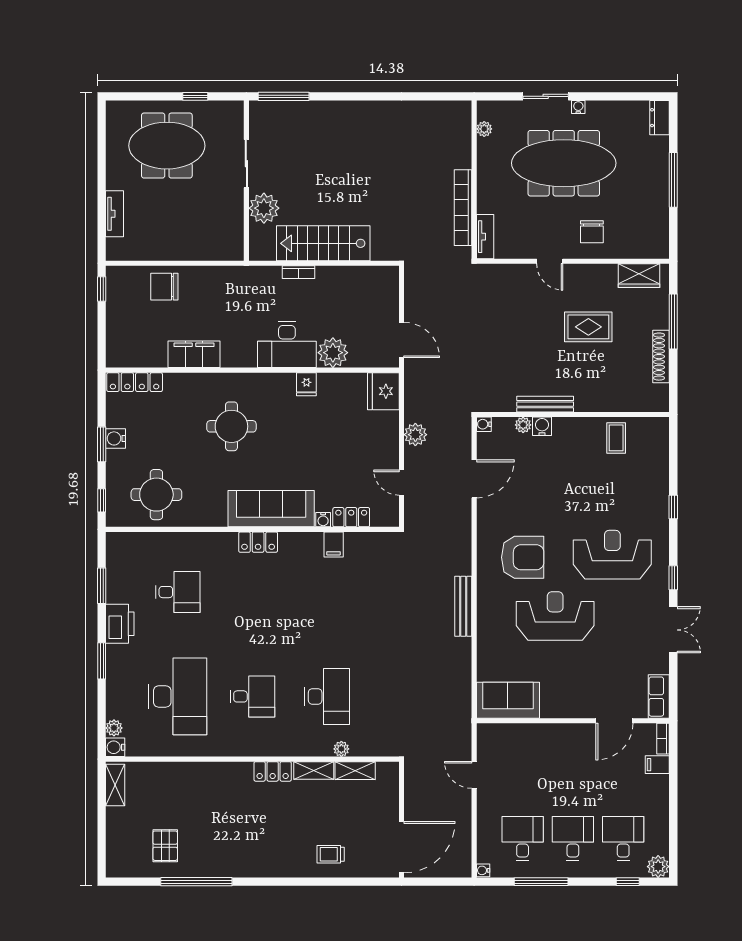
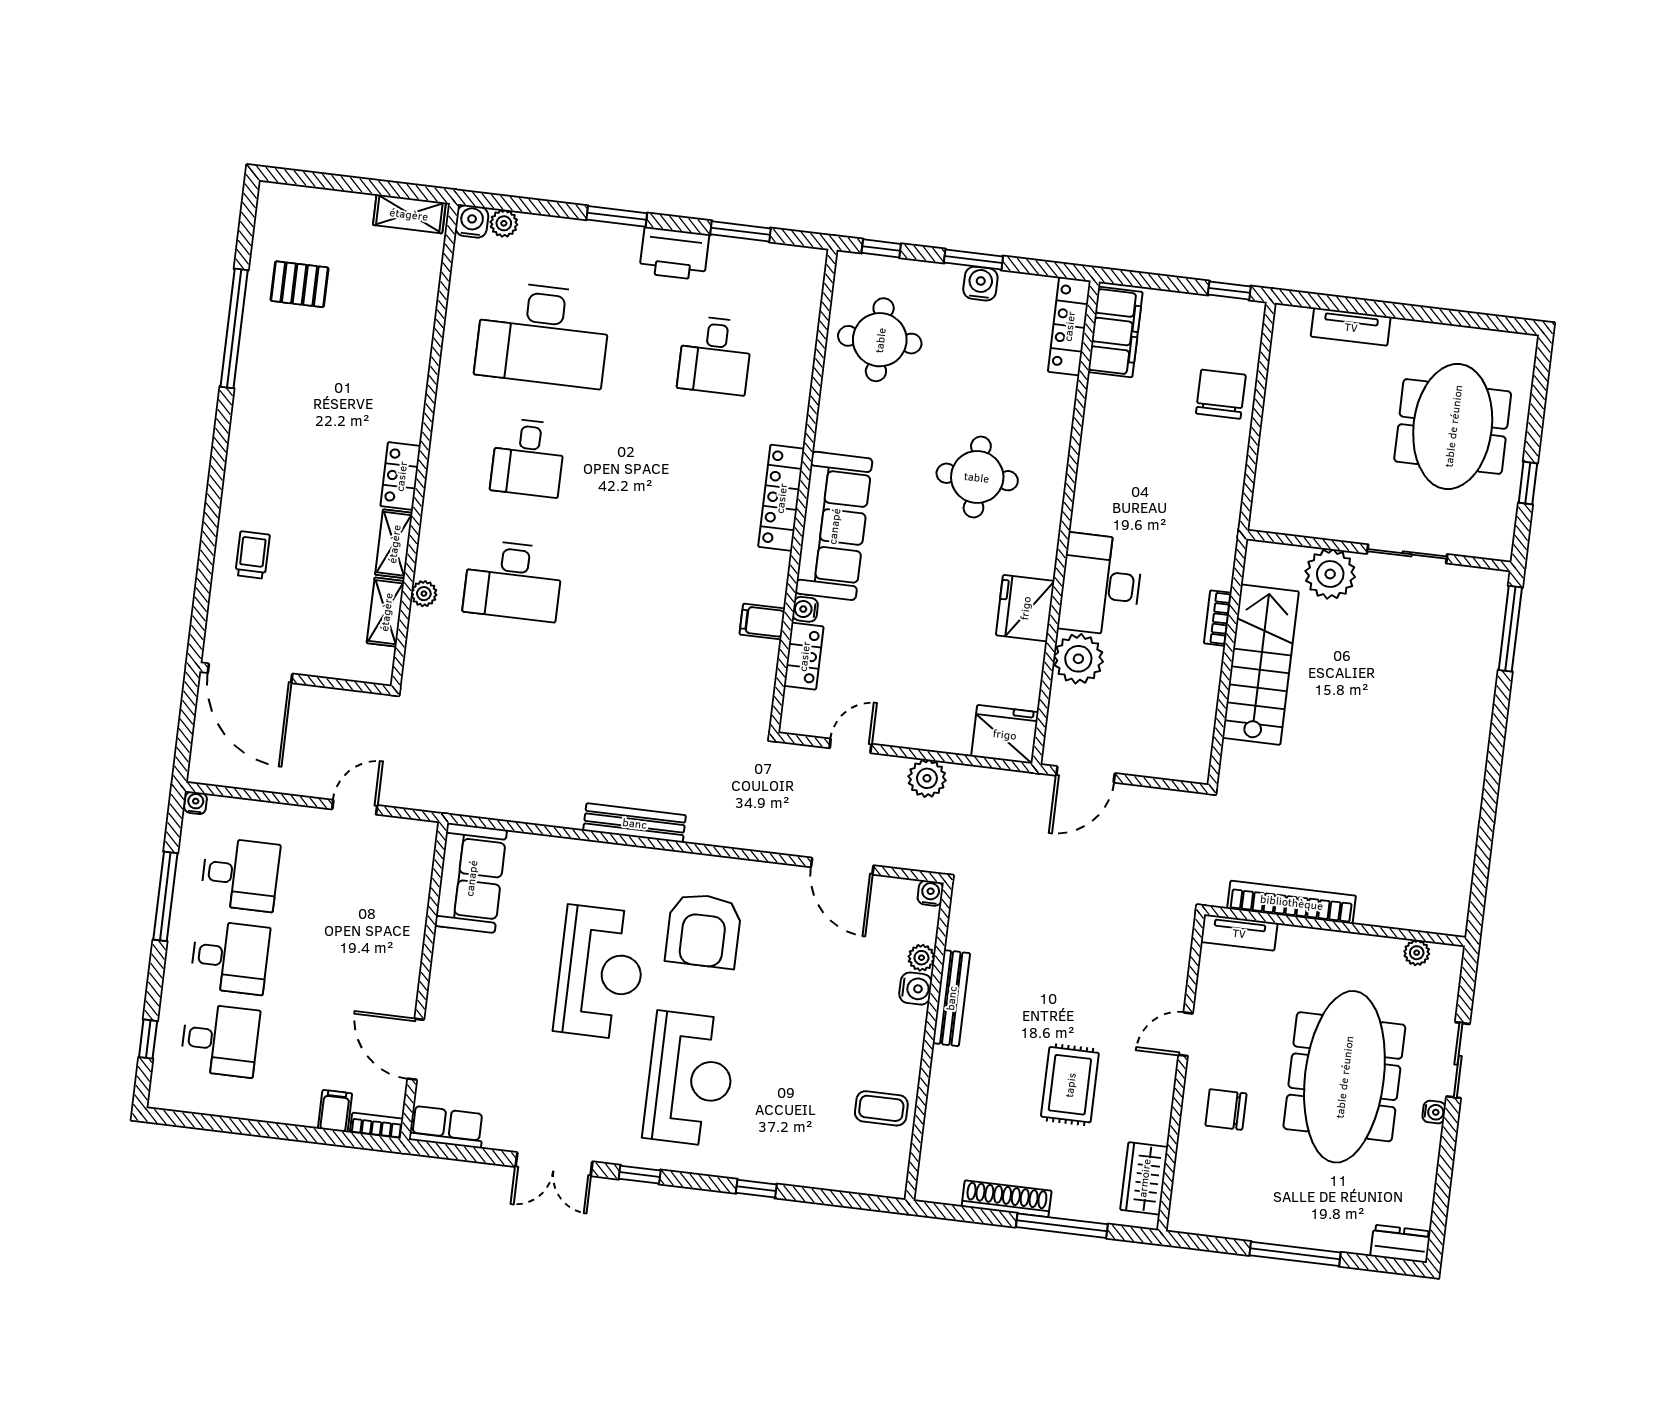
filing cabinet: (194, 354) -> (1115, 332), moved
fridge: (306, 384) -> (1025, 608), width x1.88, depth x1.34
locker: (258, 542) -> (781, 498), width x1.53
plant: (658, 867) -> (167, 1092), removed

